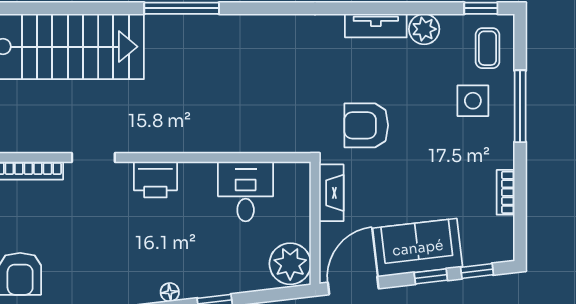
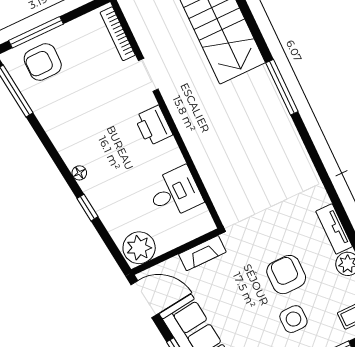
side table: (473, 101) -> (293, 319), moved
armchair: (366, 125) -> (286, 275), moved

